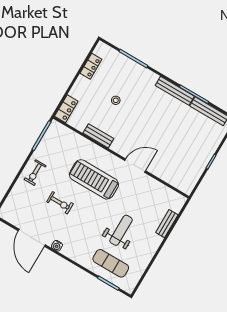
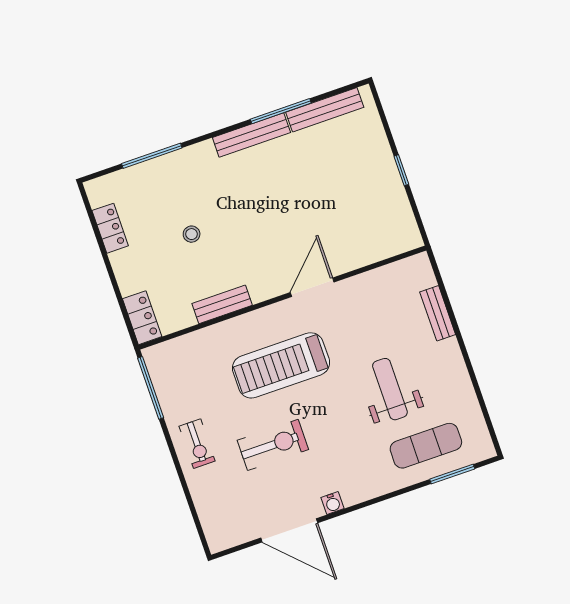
exercise bike: (60, 203) -> (273, 445), width x1.38, depth x1.39

